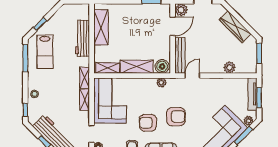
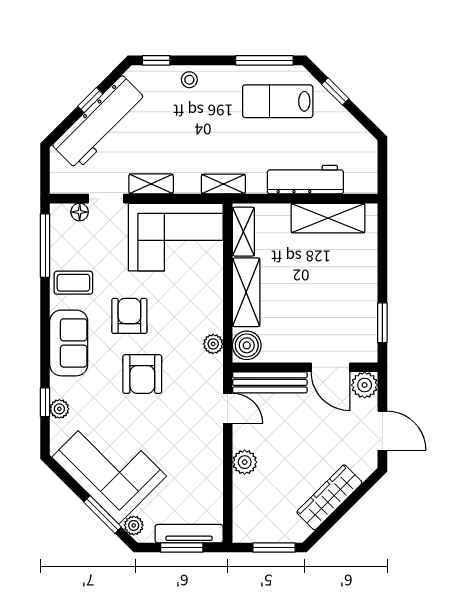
plant: (230, 67) -> (245, 462), moved
shelving: (85, 100) -> (151, 184), moved

